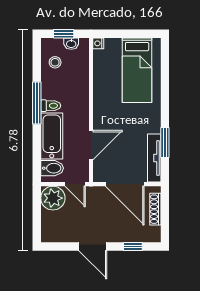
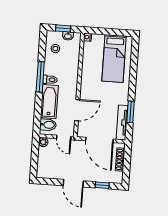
plant: (53, 198) -> (43, 142), width x0.53, depth x0.53

